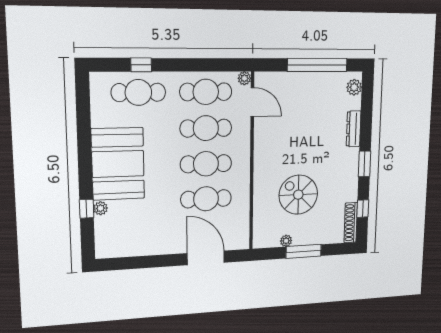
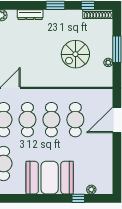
plant: (101, 208) -> (91, 190), moved

